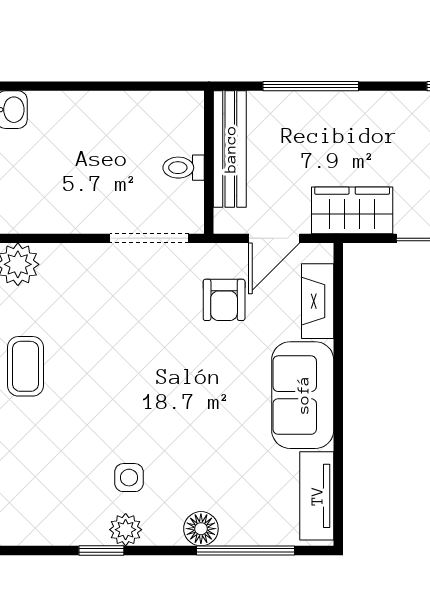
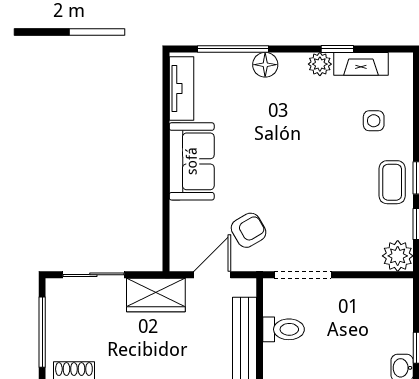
toilet: (184, 168) -> (284, 329), width x1.37, depth x1.39
armchair: (224, 300) -> (249, 230), turned 60
fireplace: (318, 301) -> (361, 64), moved, turned 90
side table: (129, 478) -> (374, 121), moved

